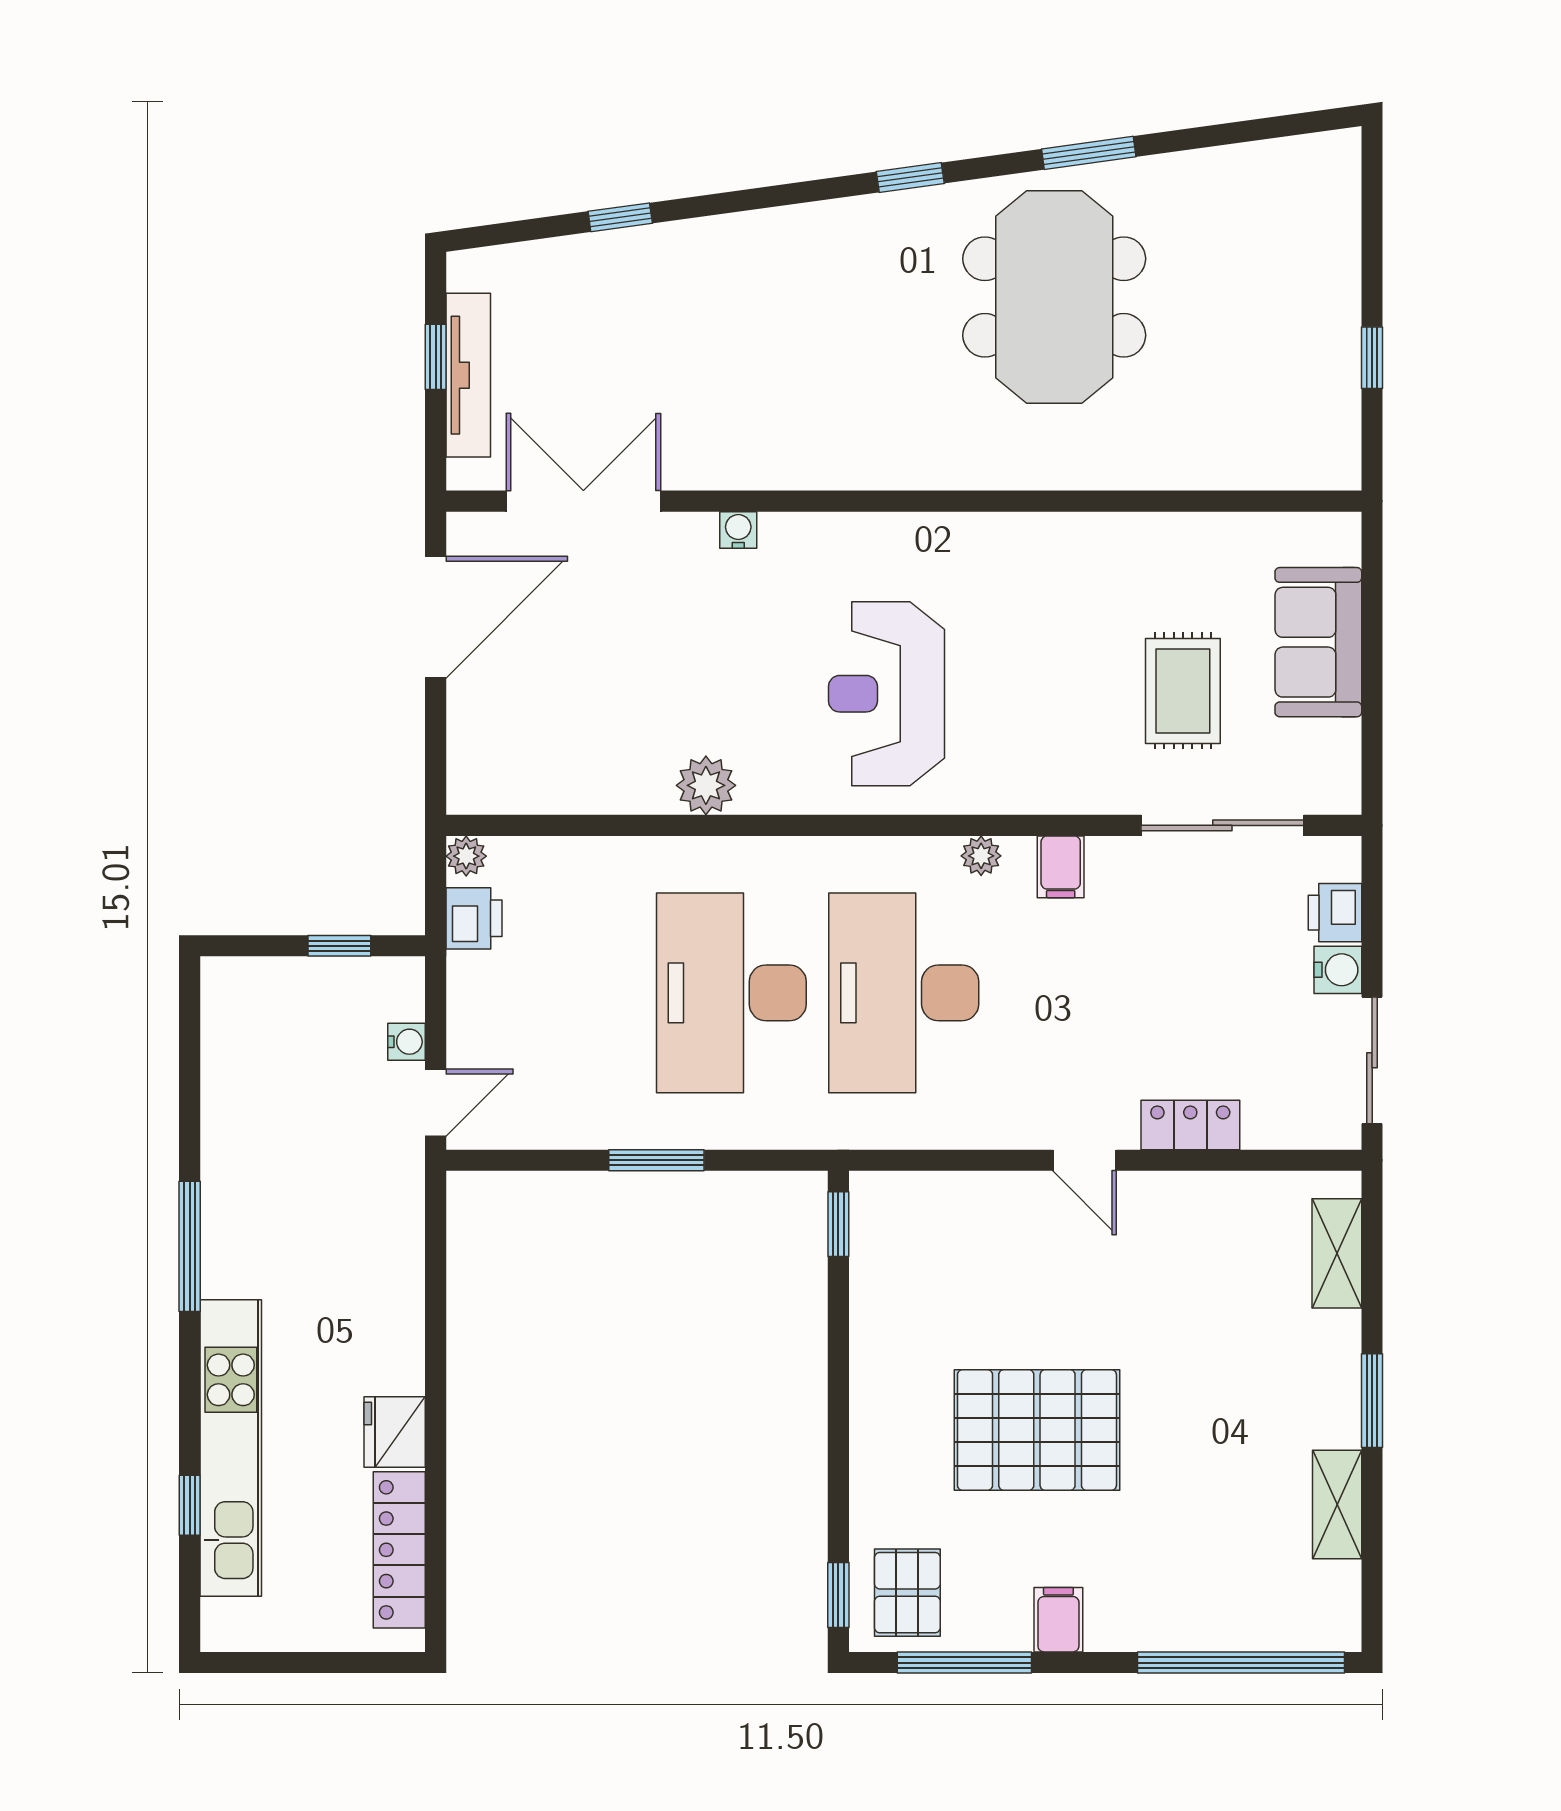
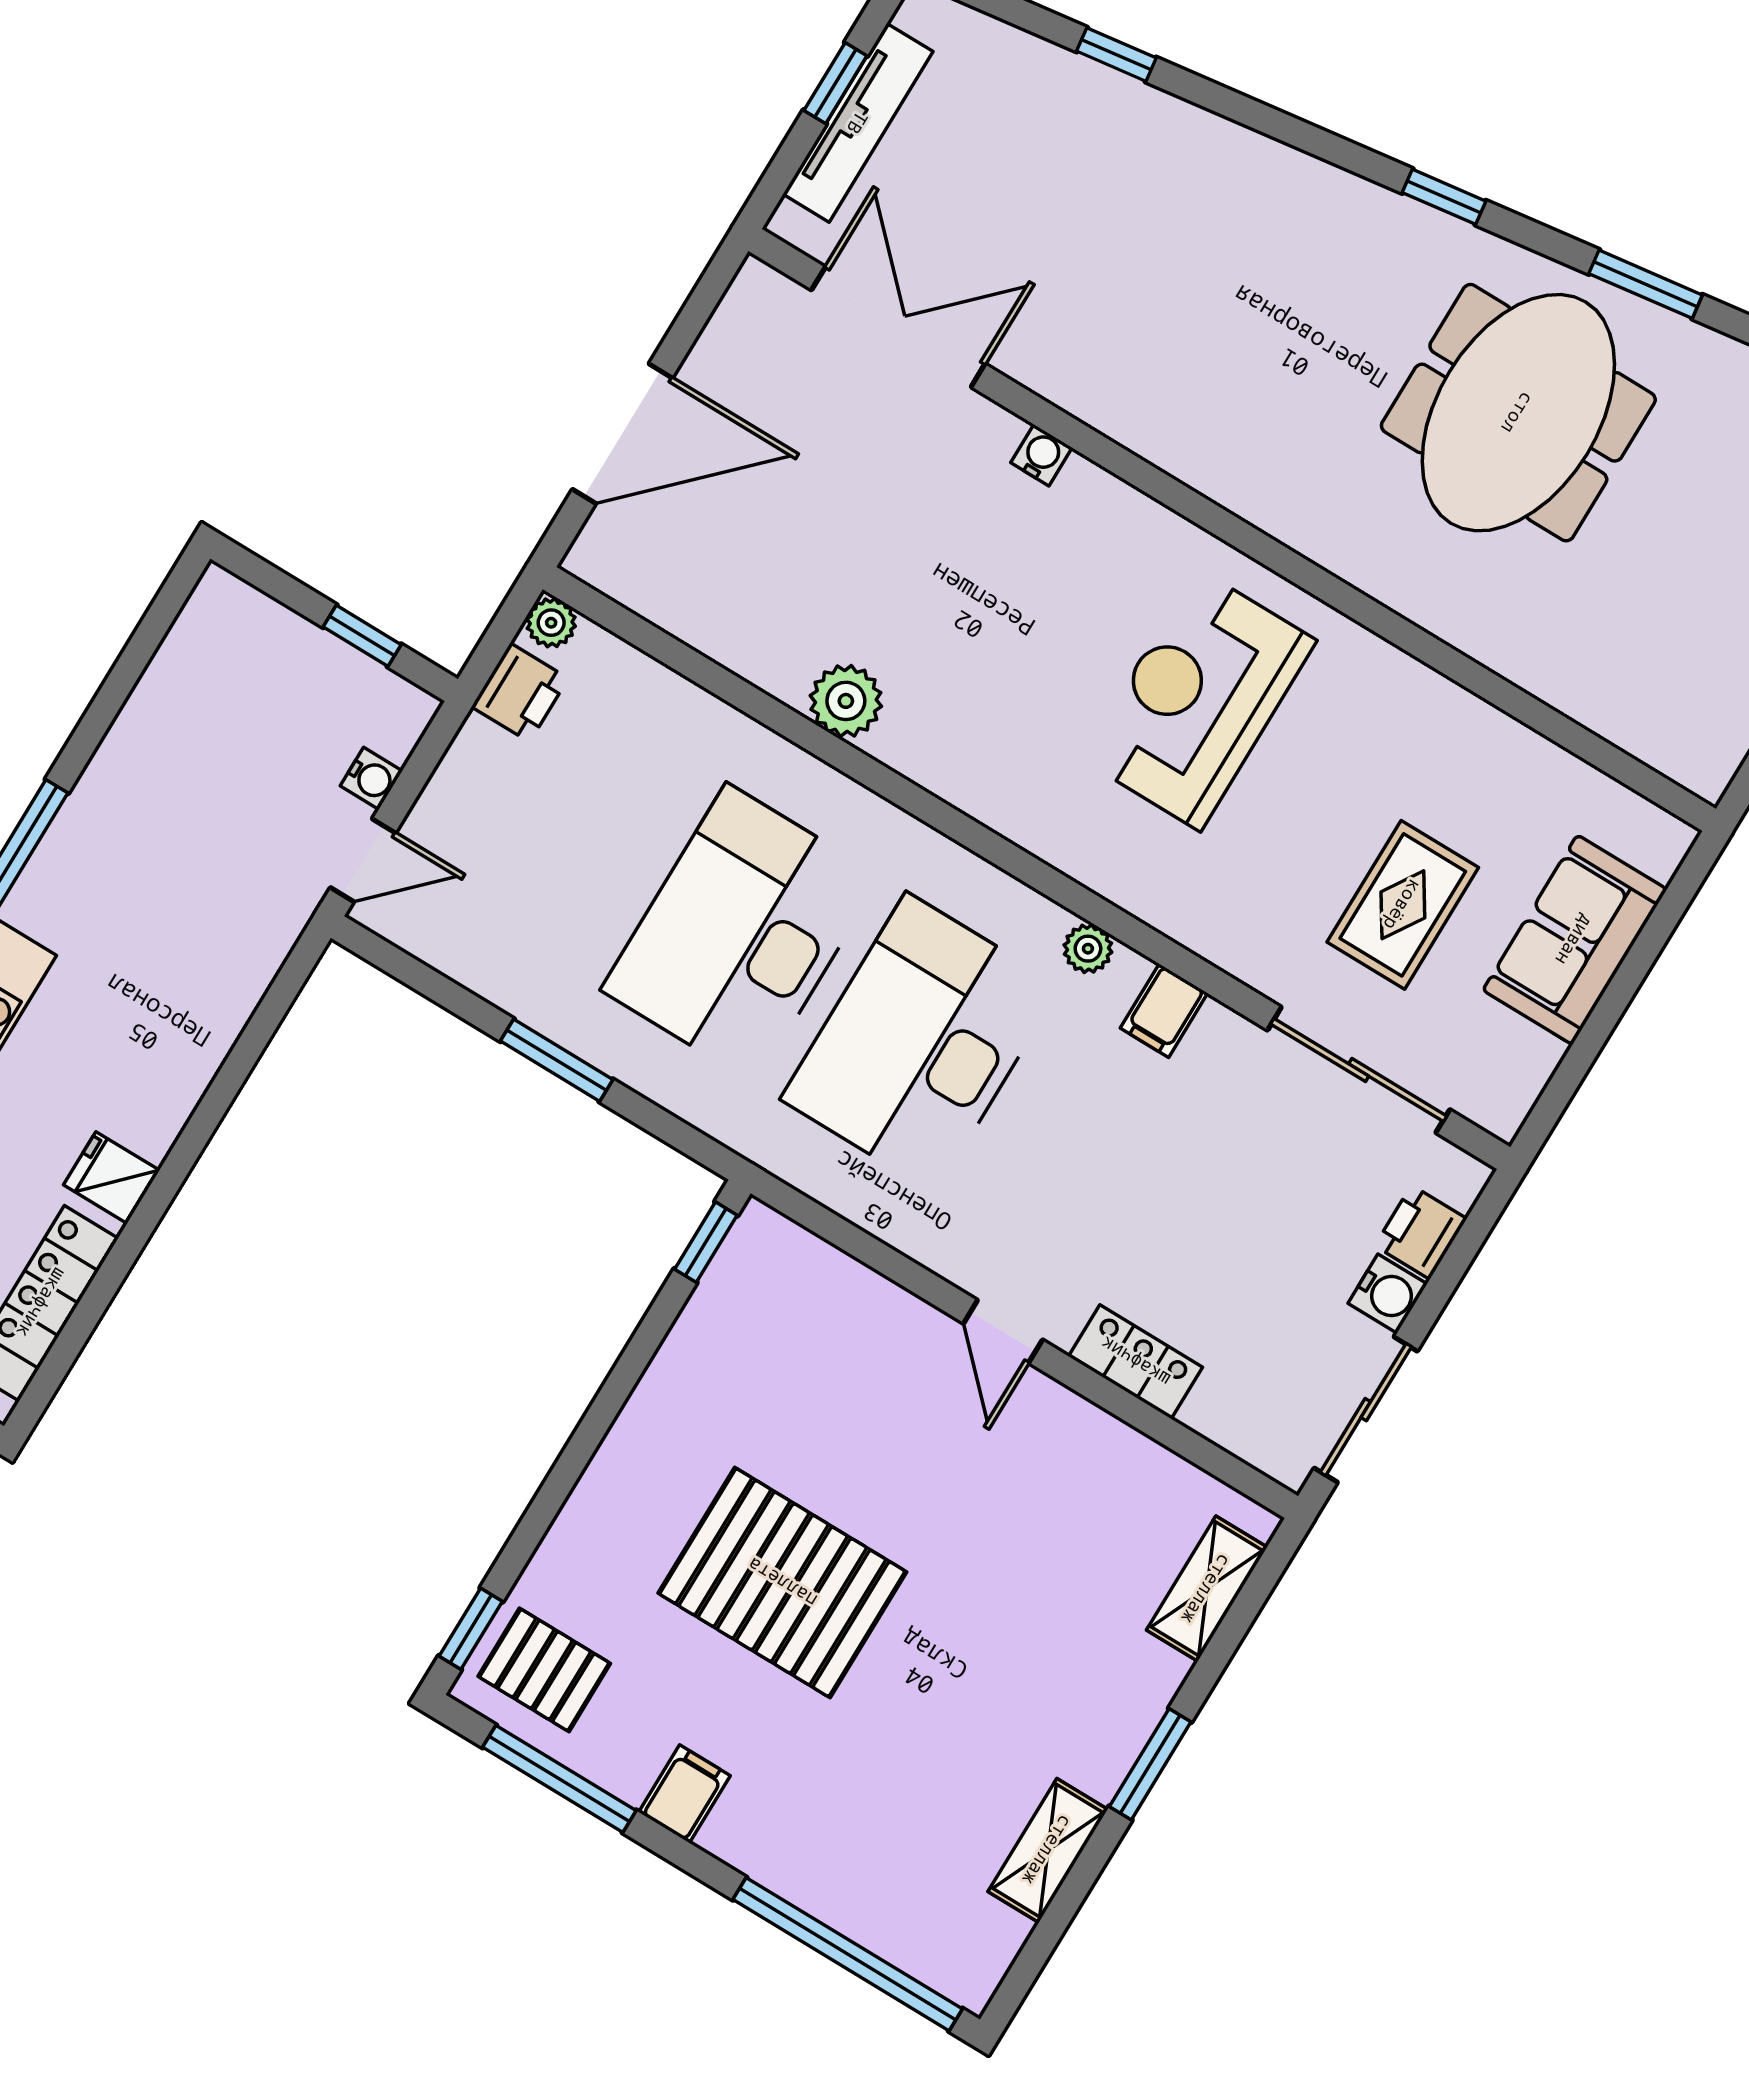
door: (436, 617) -> (622, 434), moved
reception desk: (887, 694) -> (1199, 700), moved
fridge: (395, 1432) -> (112, 1178), width x0.72
pallet: (907, 1593) -> (544, 1670), turned 90

